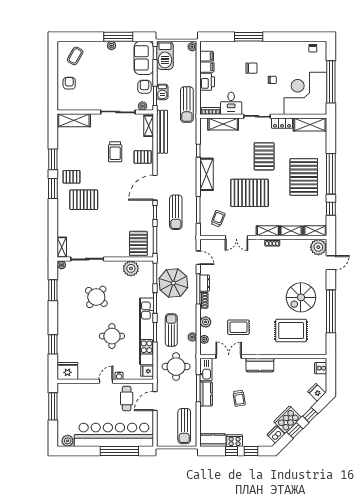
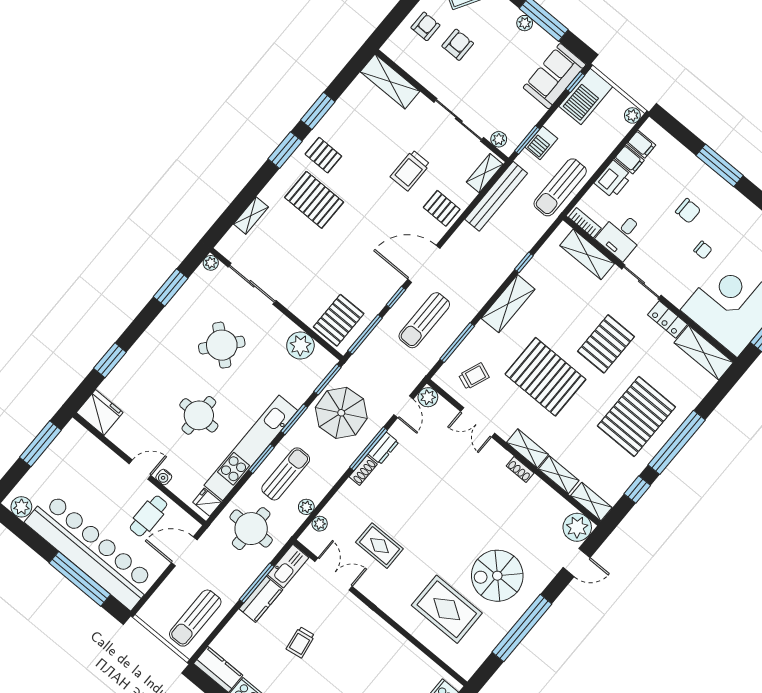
armchair: (144, 87) -> (458, 45), moved
shelving: (62, 247) -> (251, 215), moved
plant: (206, 322) -> (428, 397), moved
kitchen counter: (260, 365) -> (366, 621), removed

